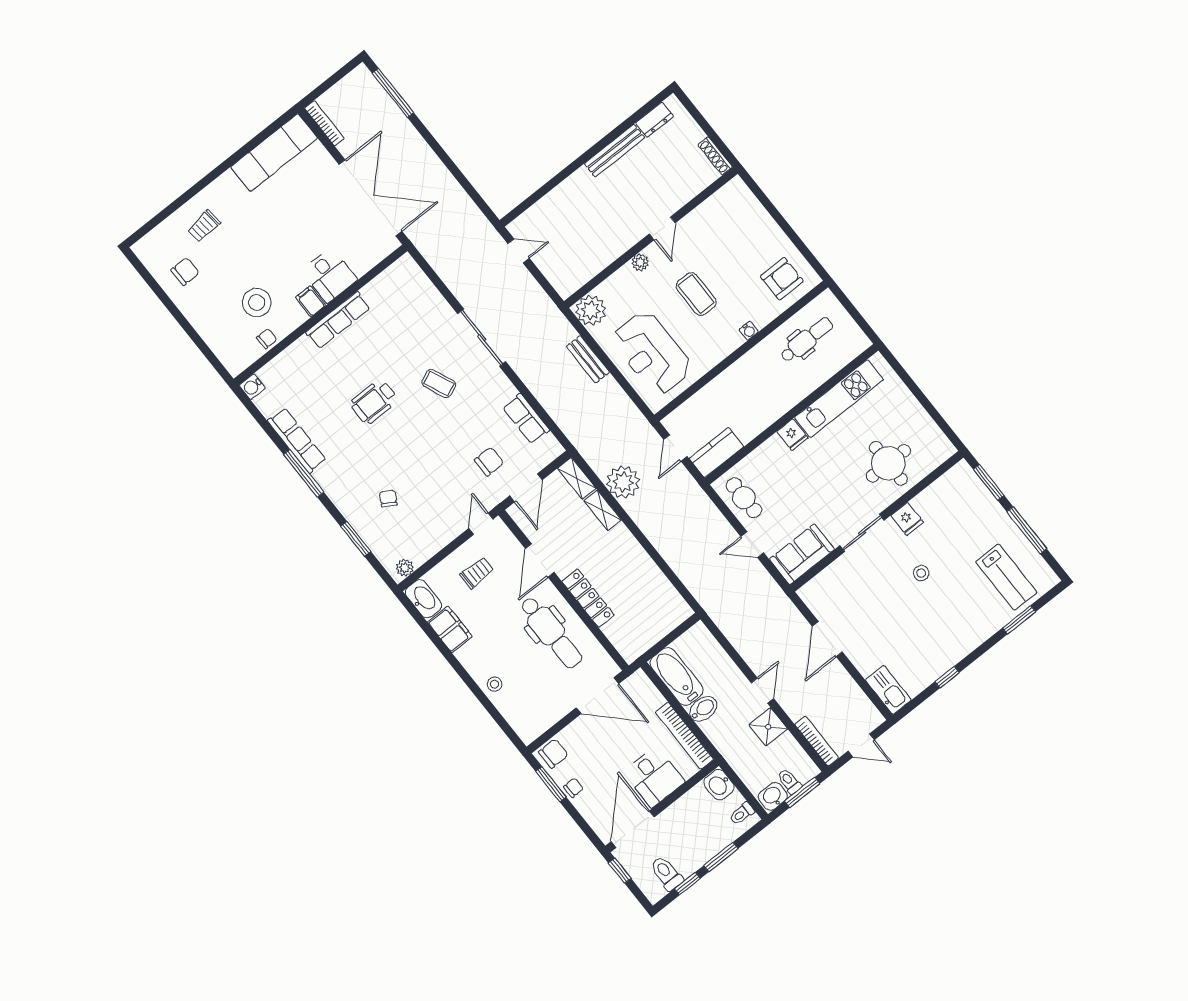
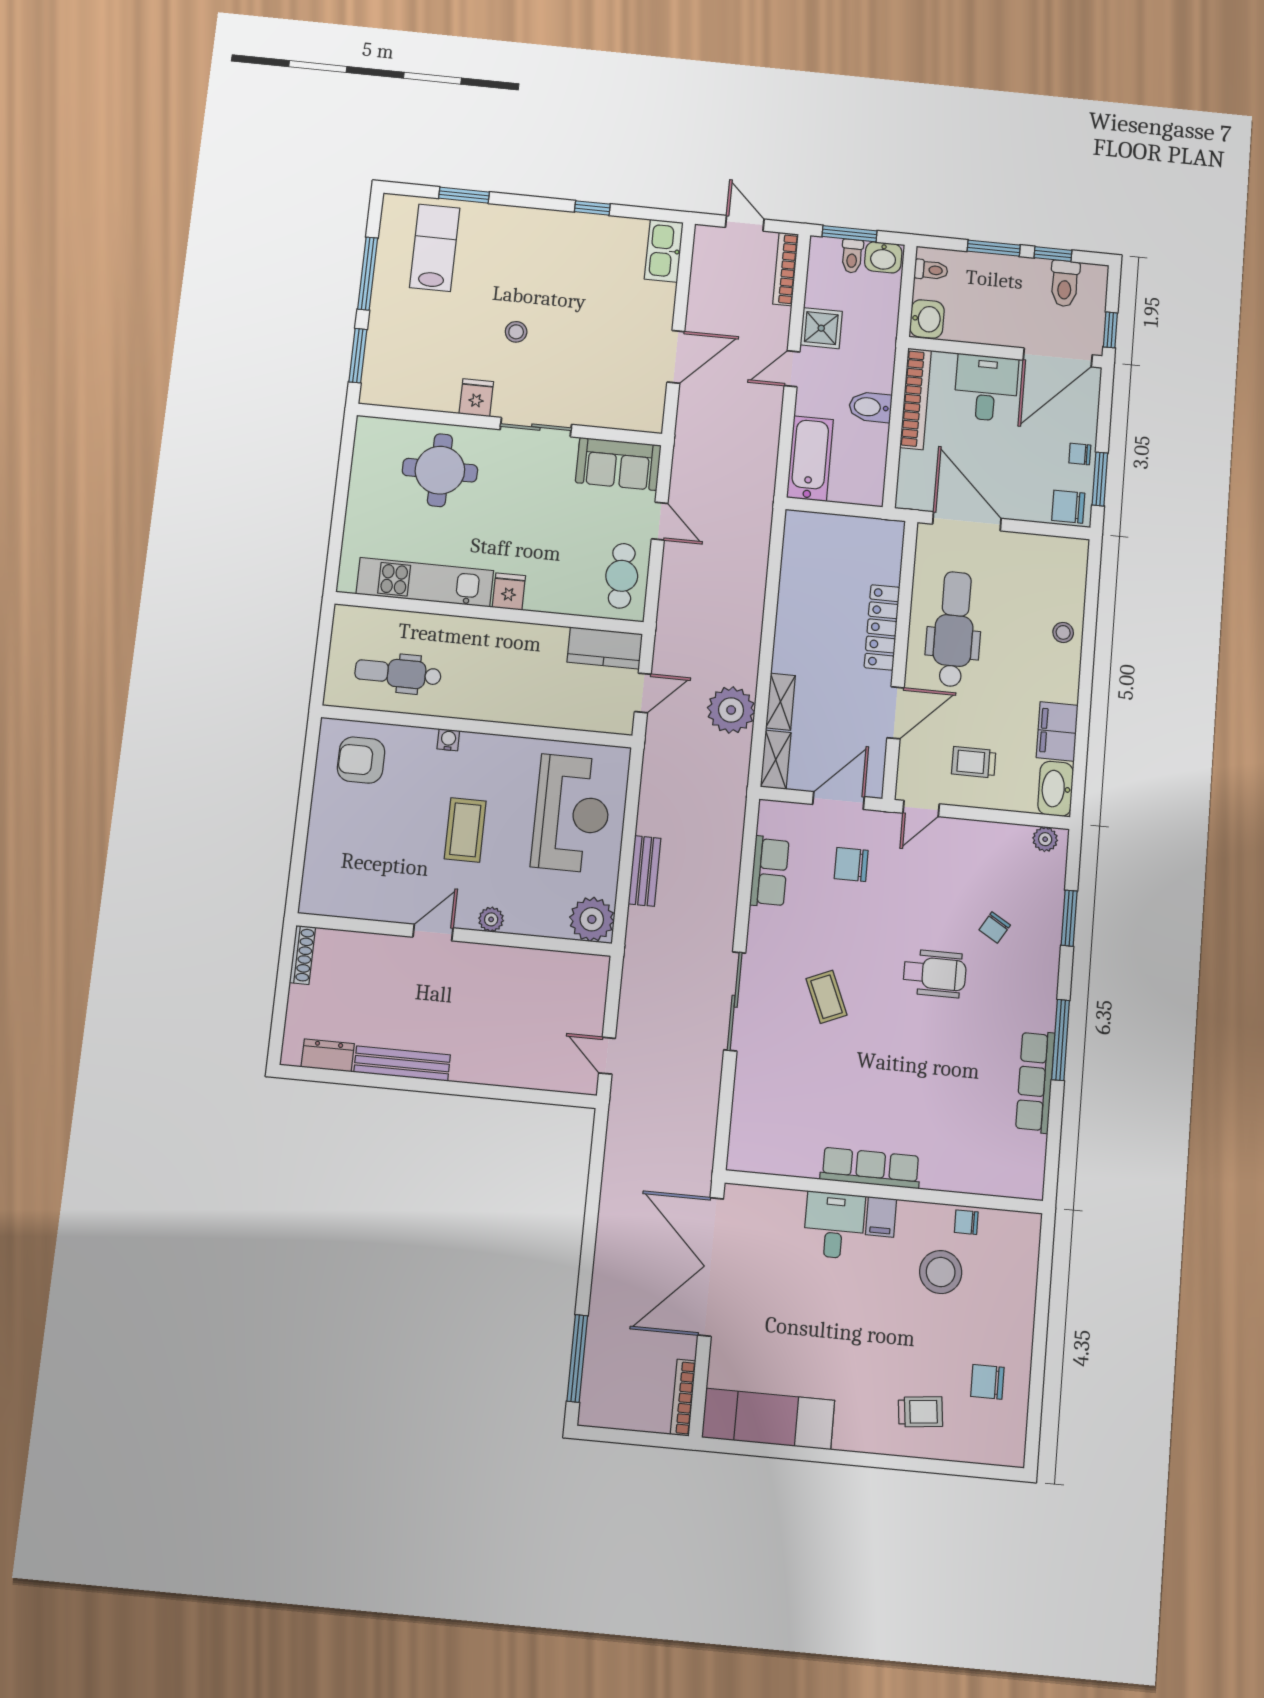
water cooler: (252, 387) -> (1030, 1185), removed
wheelchair: (374, 402) -> (935, 974), moved
bathtub: (677, 676) -> (810, 459), moved, turned 180

